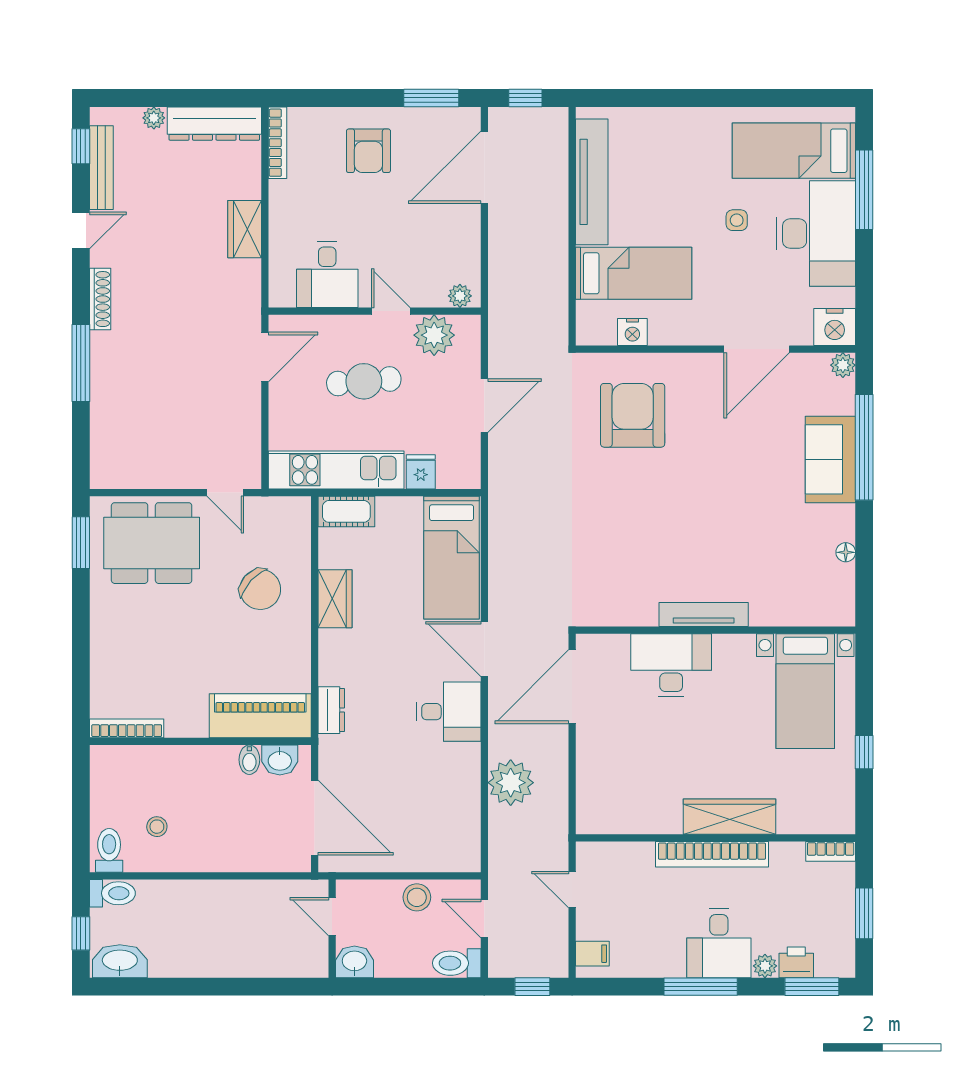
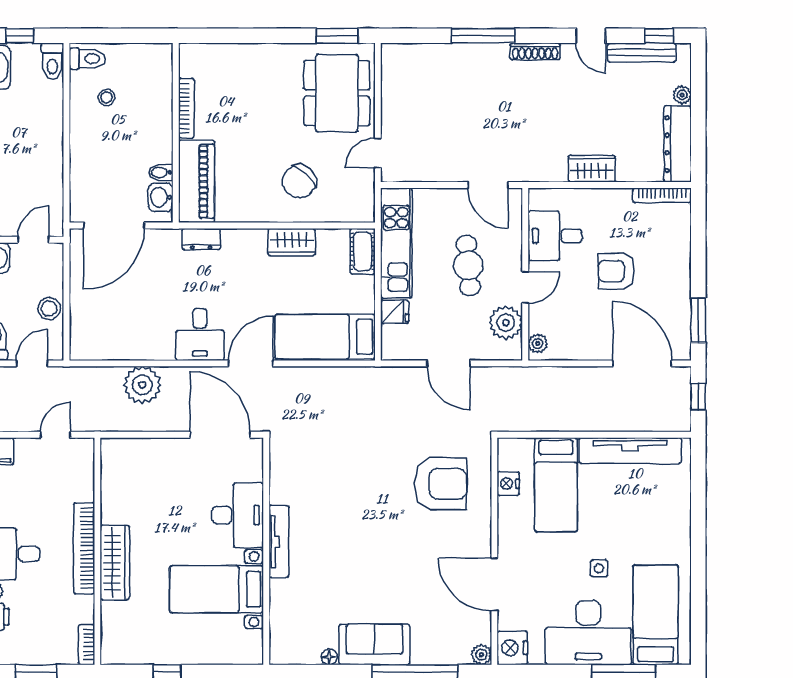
armchair: (368, 151) -> (616, 271), moved
sofa: (830, 459) -> (374, 644), moved
bed with nightstands: (805, 691) -> (217, 589), moved
bookcase: (127, 728) -> (186, 108), moved

